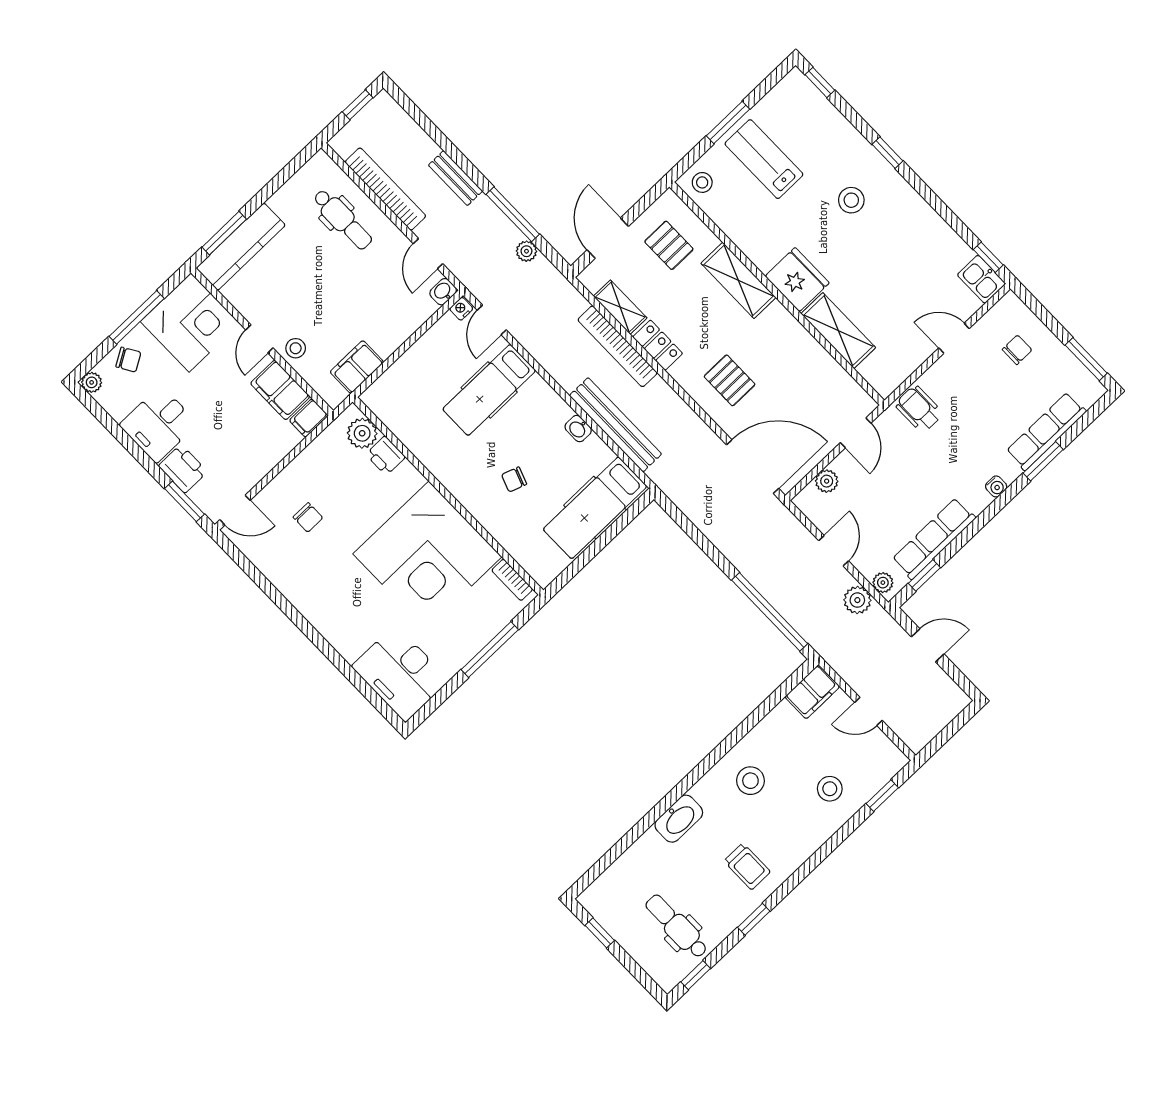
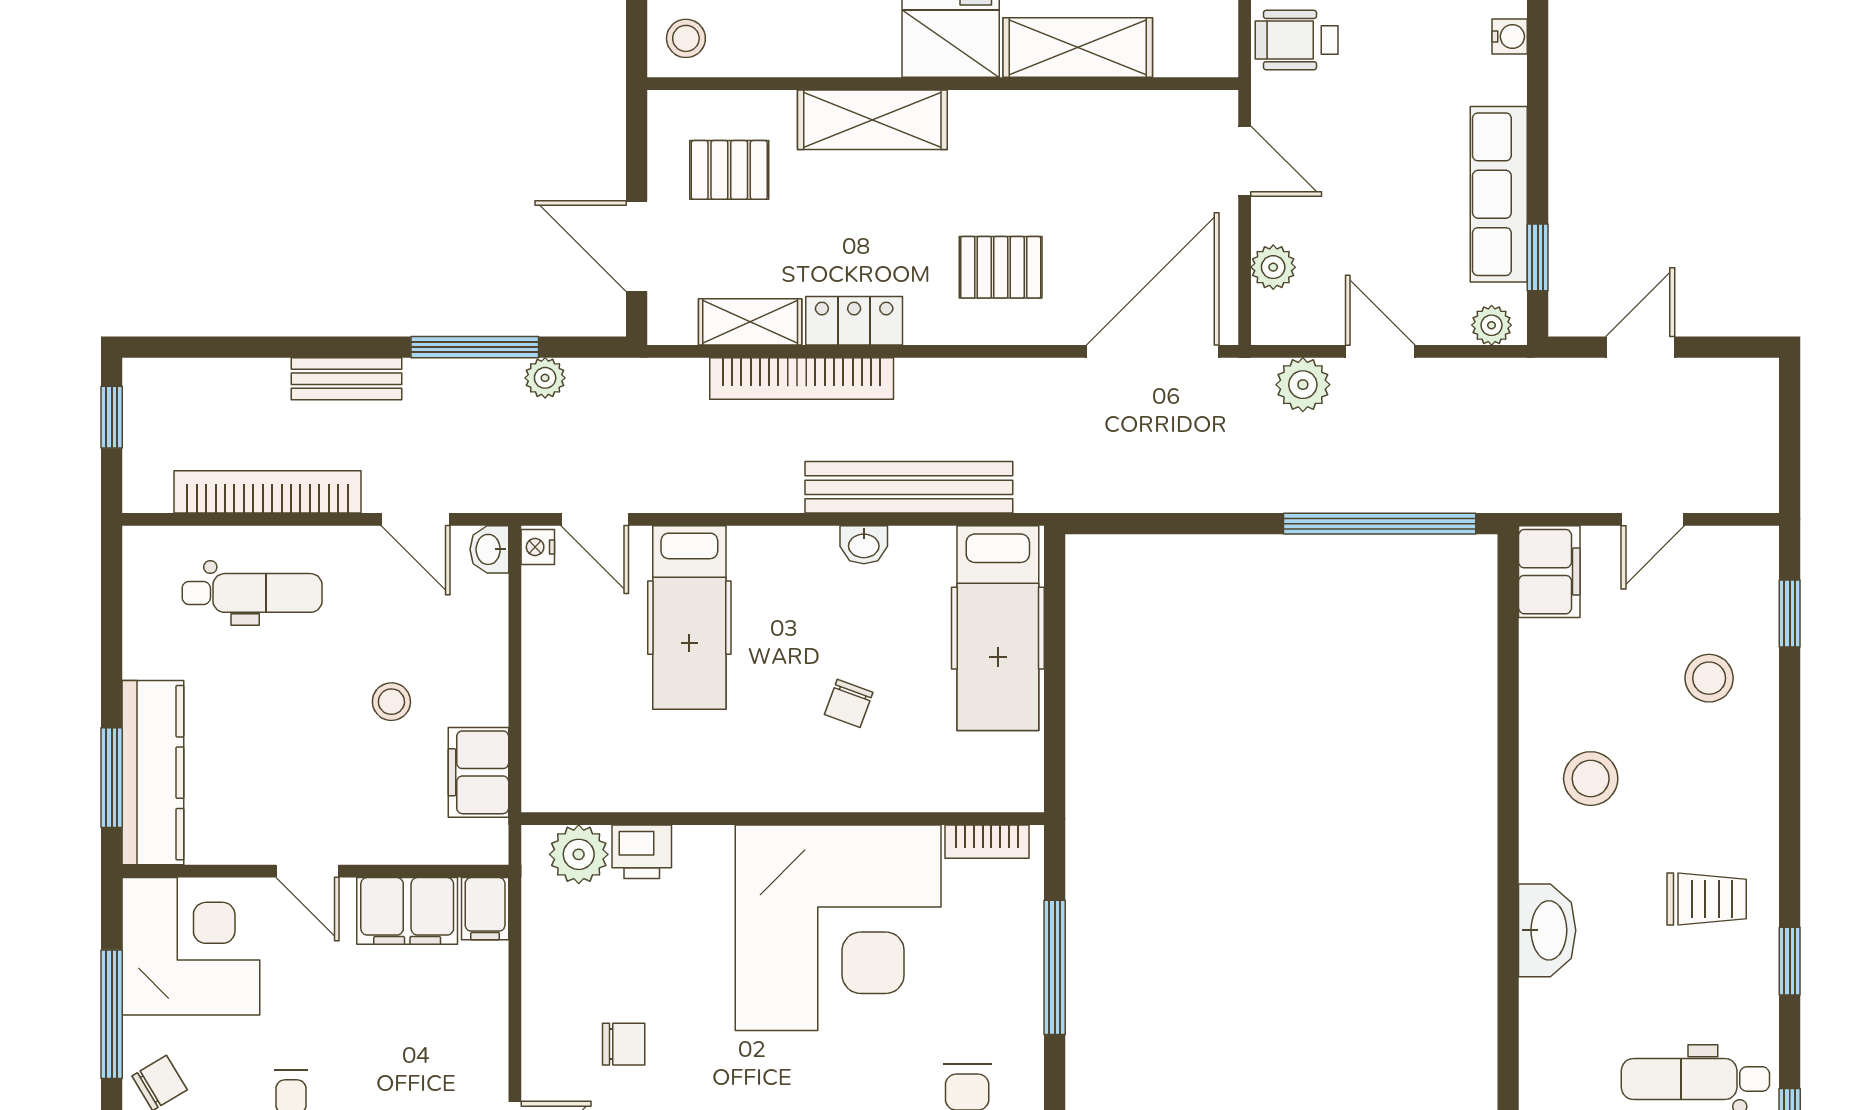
stool: (296, 348) -> (391, 702), moved
plant: (857, 600) -> (1303, 385), moved

